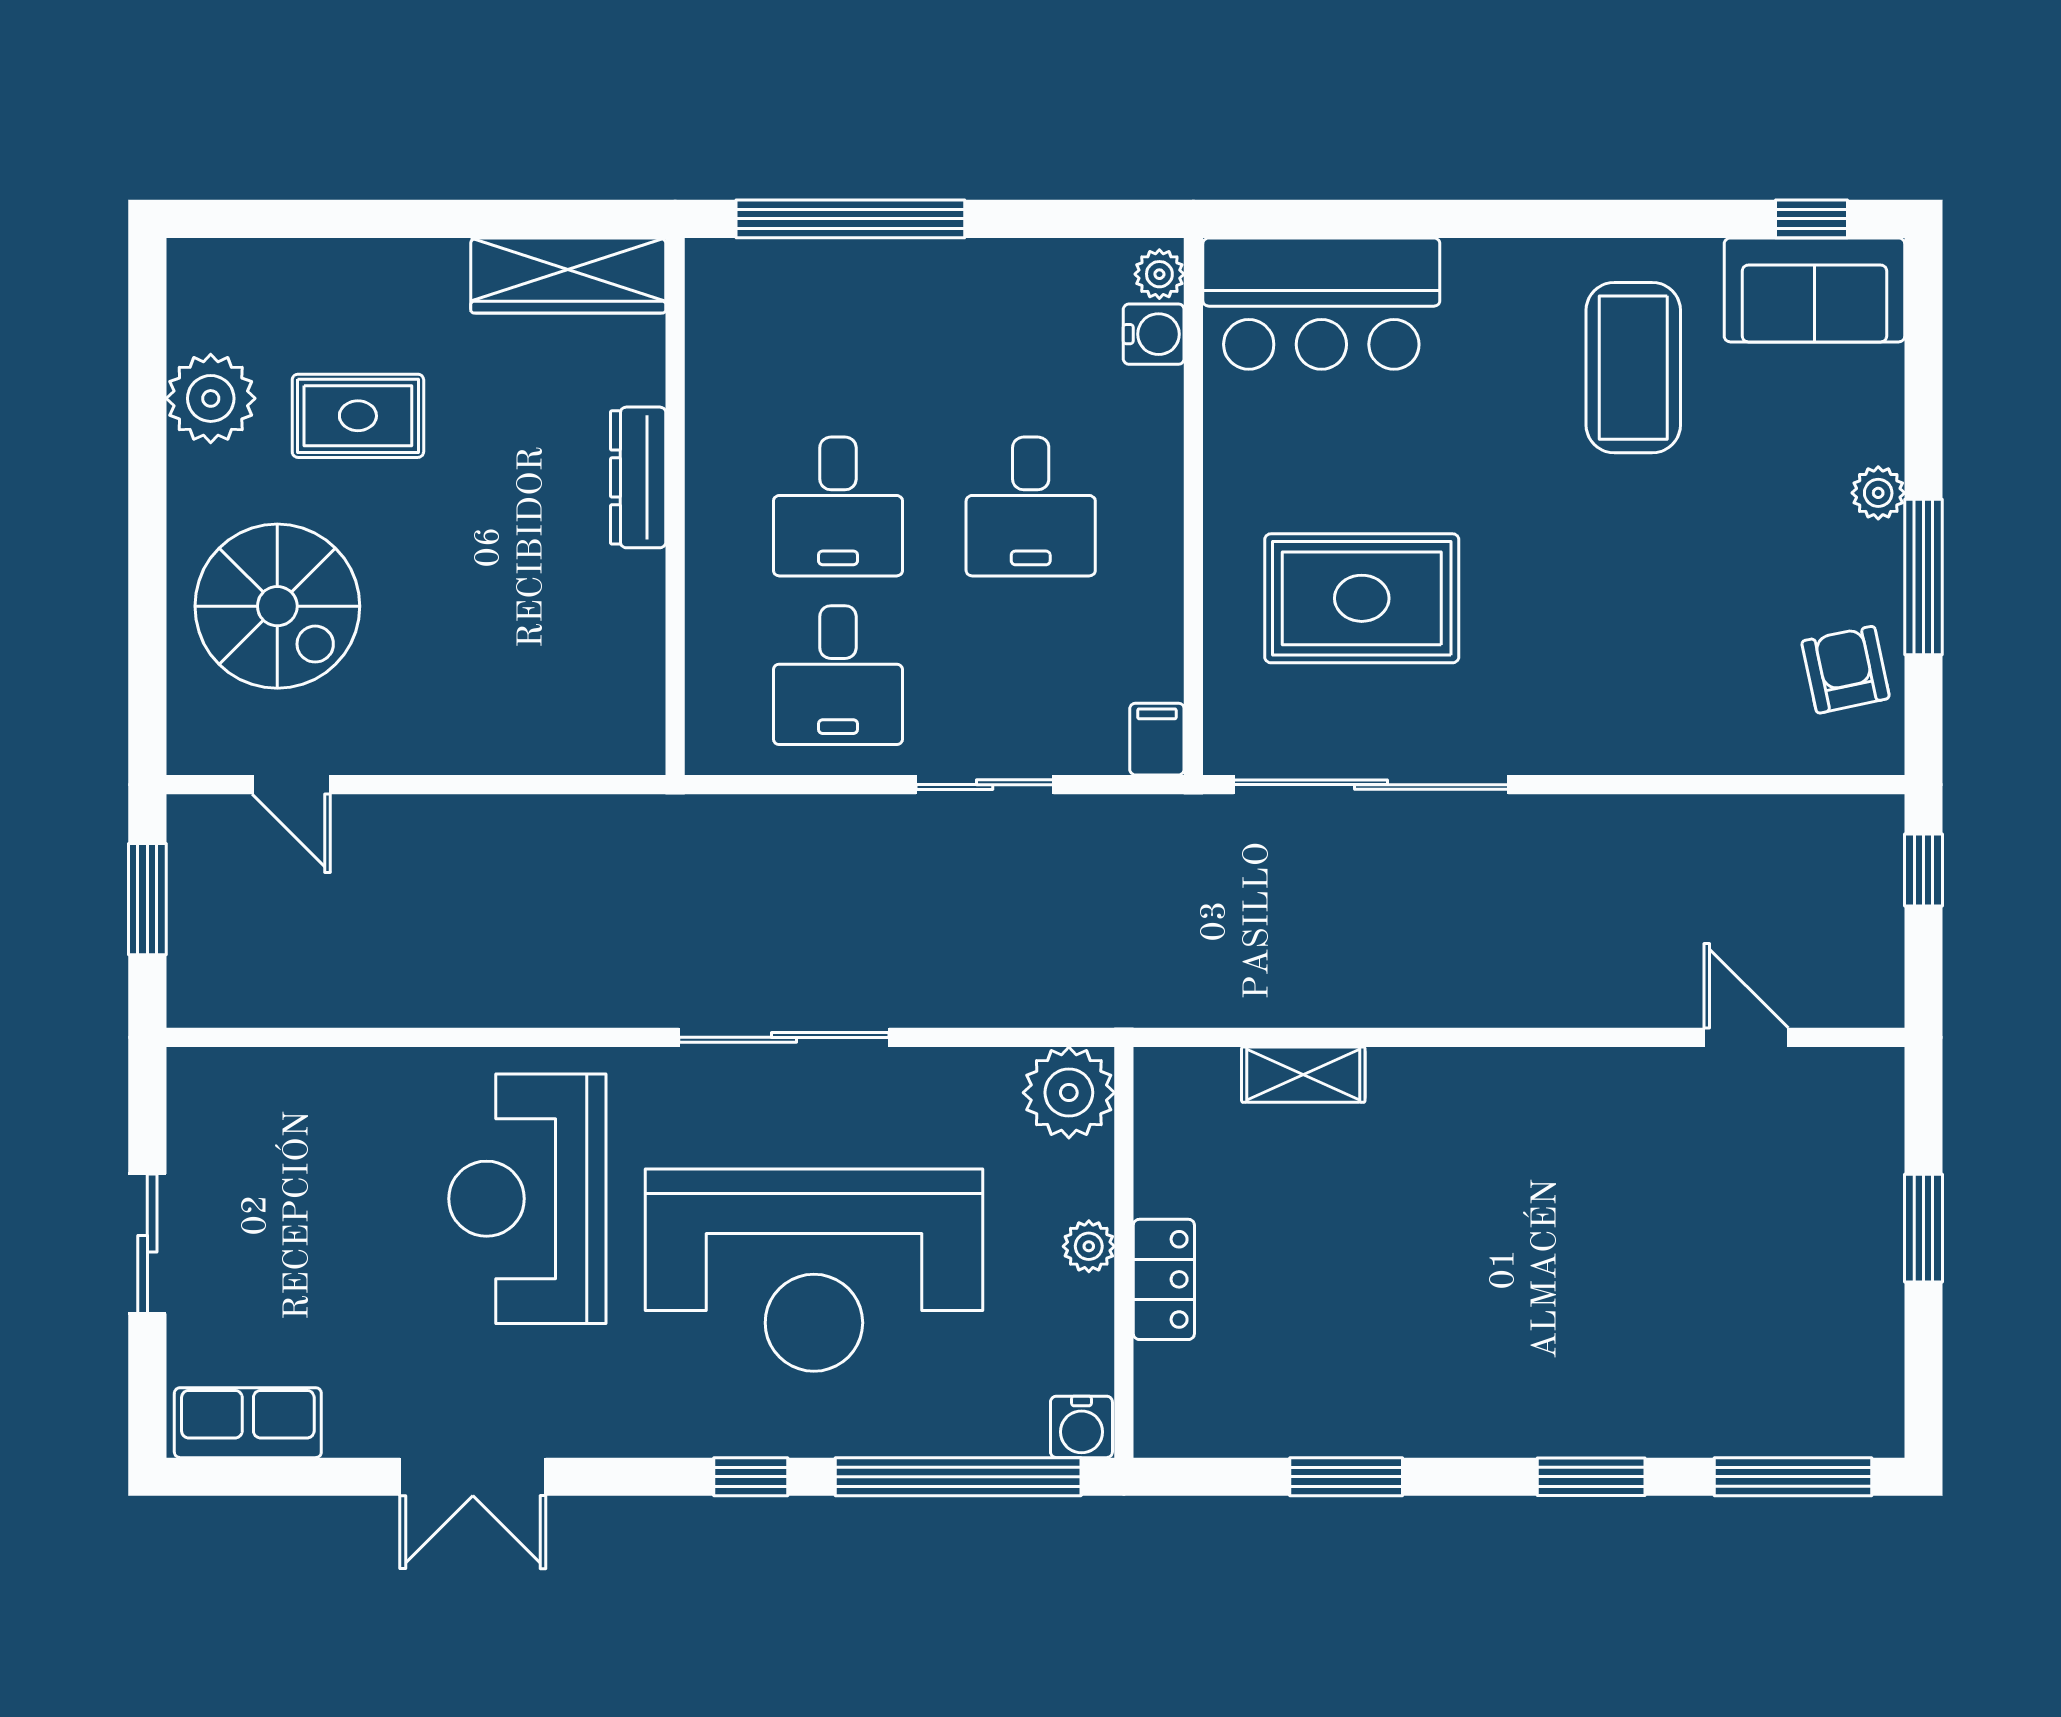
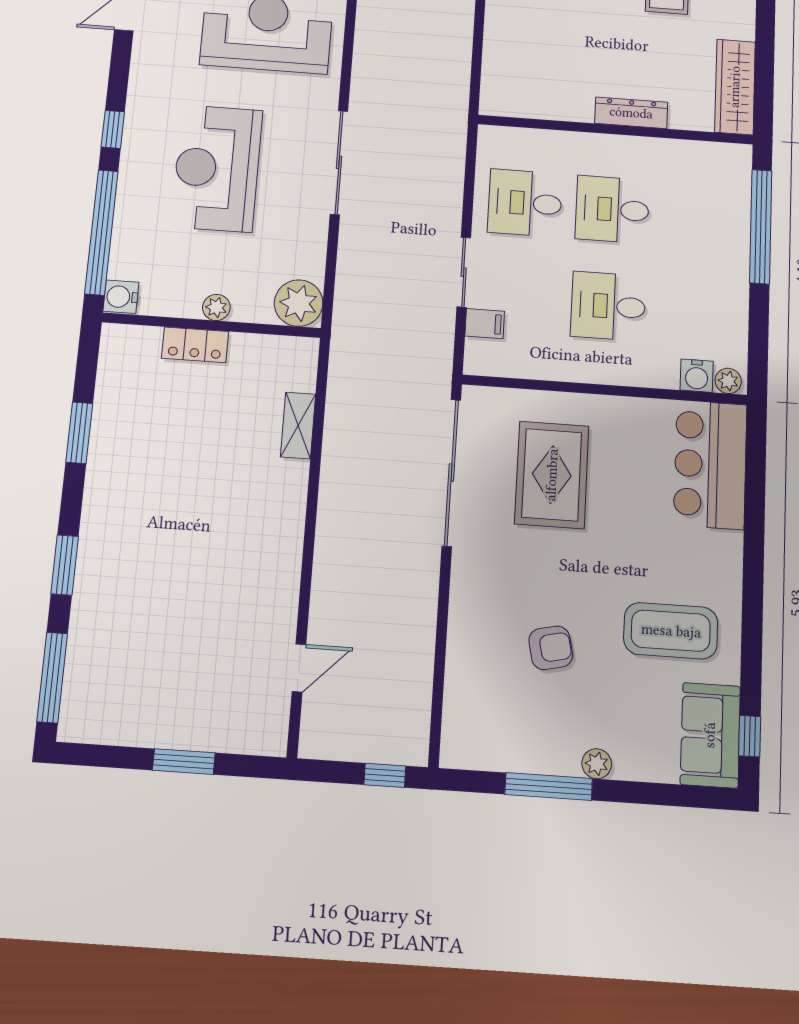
armchair: (1846, 670) -> (551, 648), moved
filing cabinet: (1157, 739) -> (485, 324), moved
reception desk: (814, 1270) -> (217, 168), width x0.74, depth x0.77

